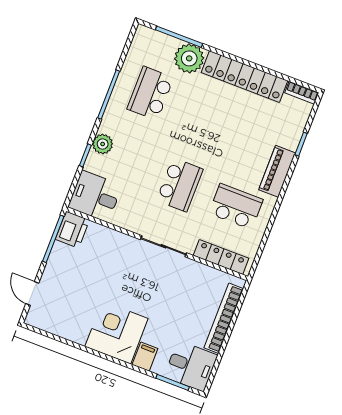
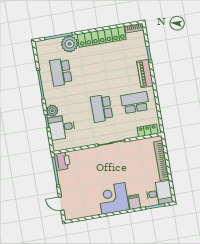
school desk: (180, 185) -> (101, 108), turned 180
desk: (95, 196) -> (62, 127), moved
locker: (221, 257) -> (148, 131), width x0.66

